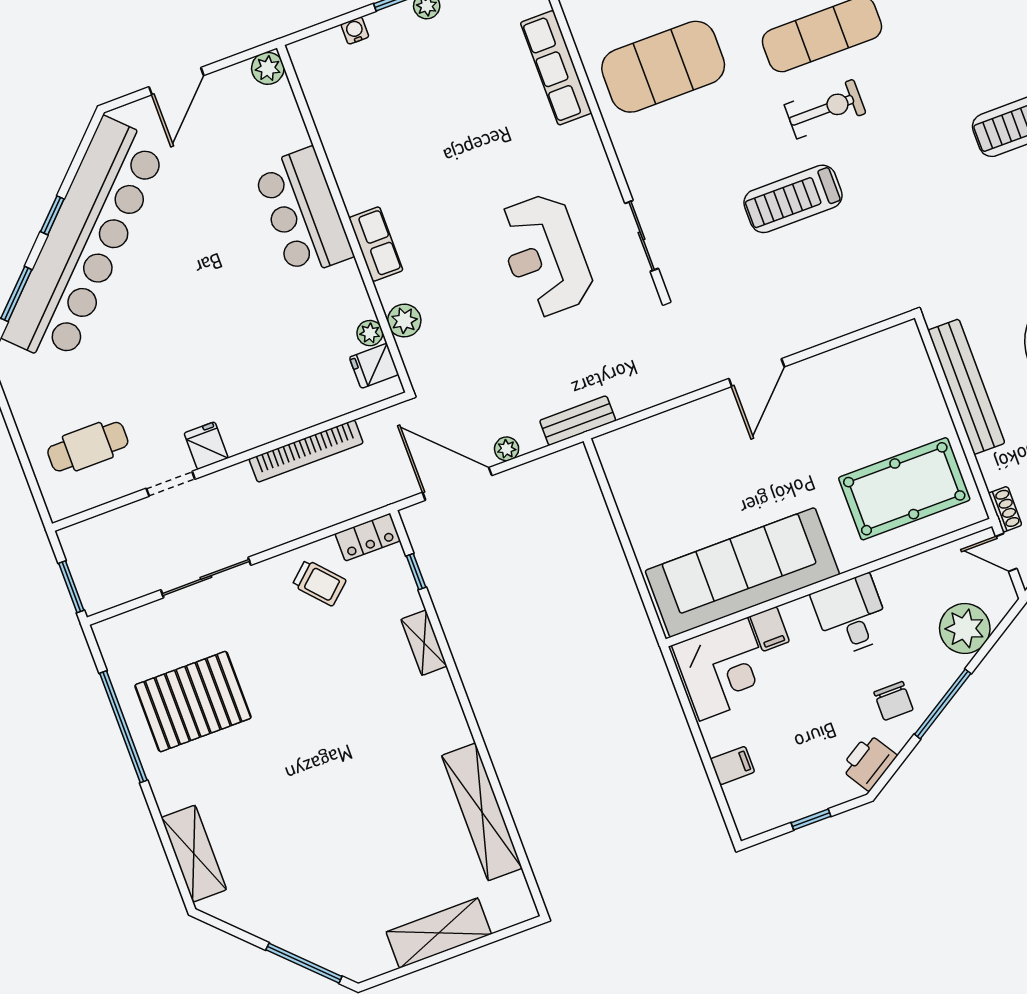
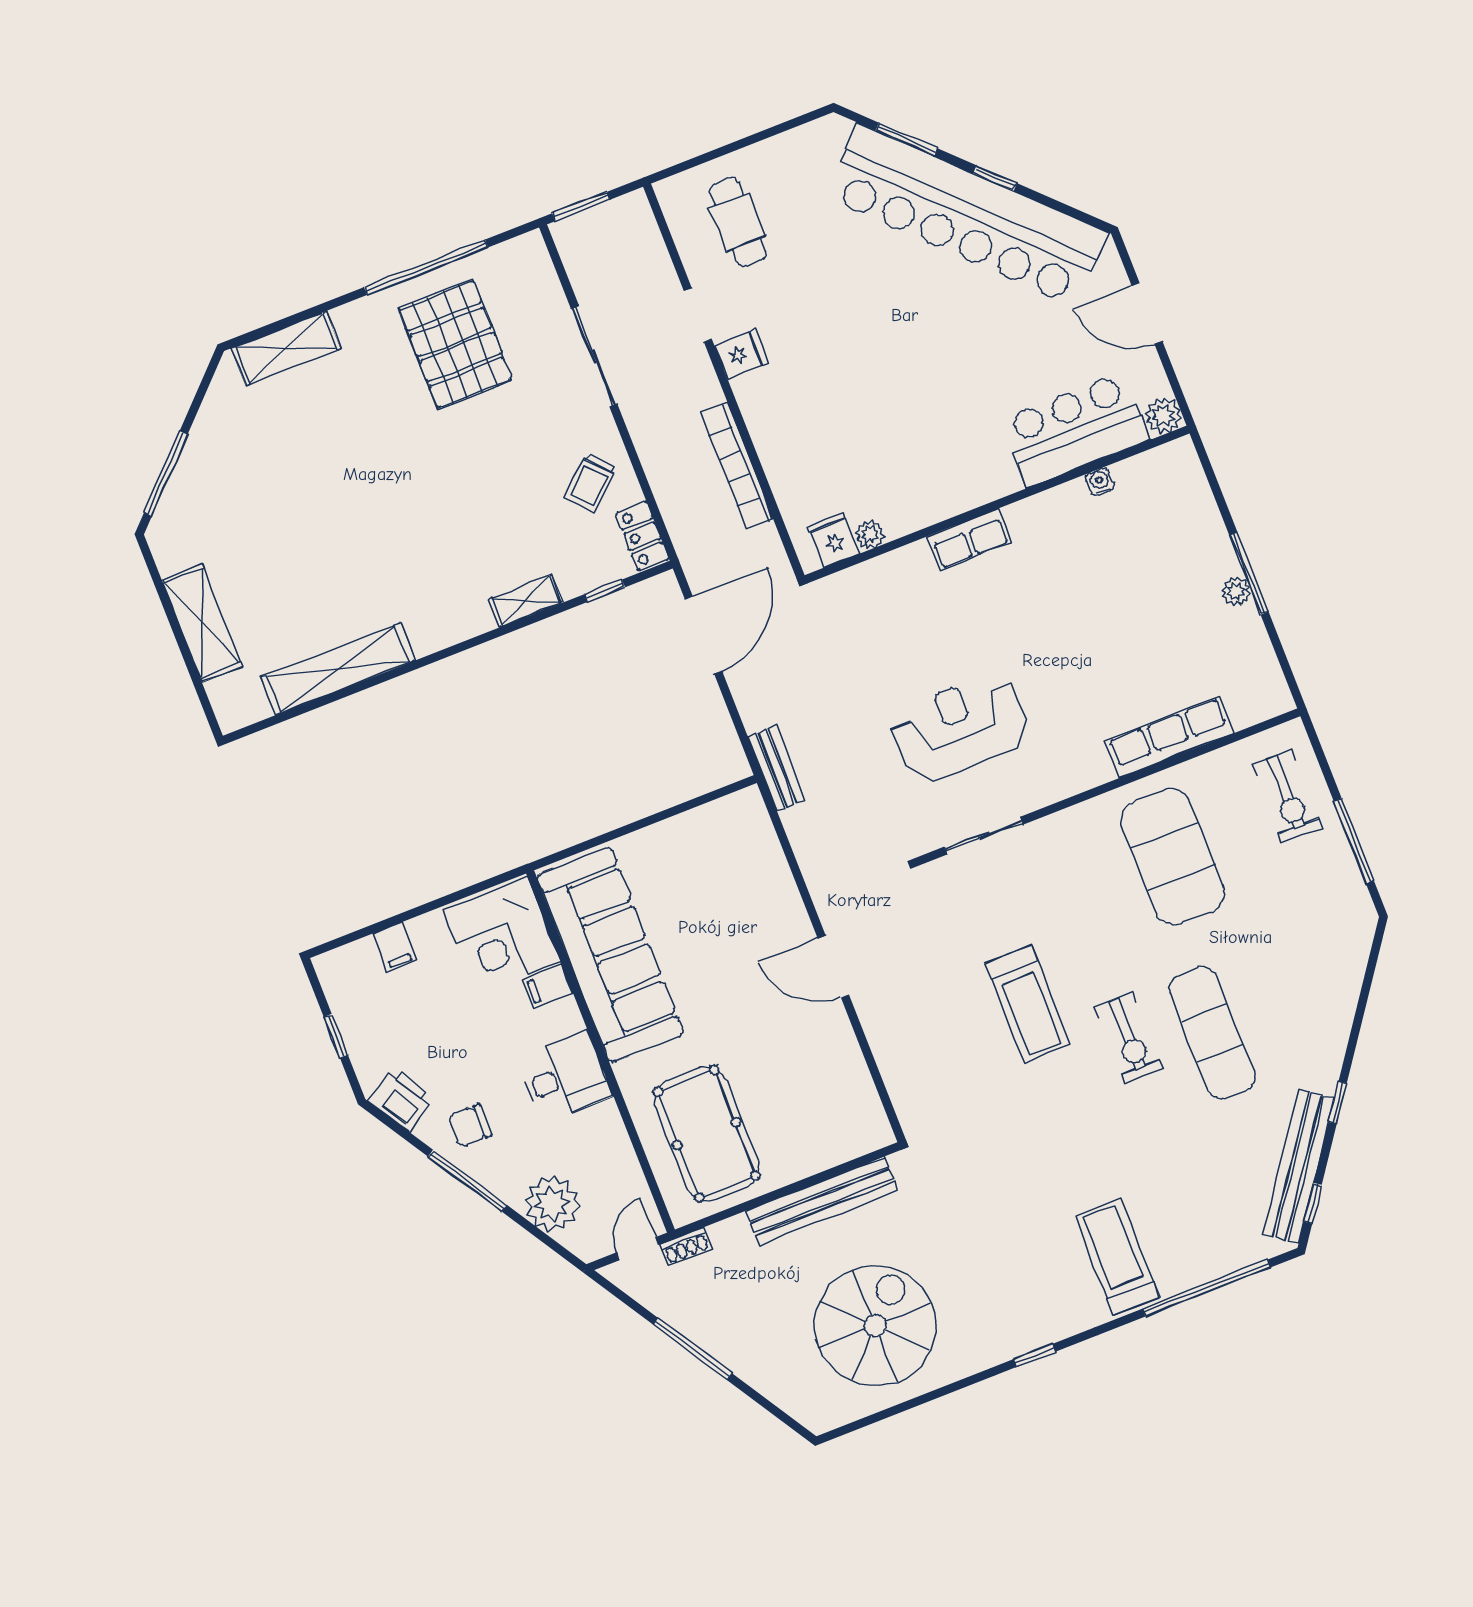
water cooler: (355, 31) -> (1100, 482), moved, turned -90
treadmill: (793, 199) -> (1028, 1004), turned 180
bar counter: (303, 212) -> (1075, 430), moved
plant: (404, 321) -> (885, 573), removed
plant: (507, 449) -> (743, 689), removed

